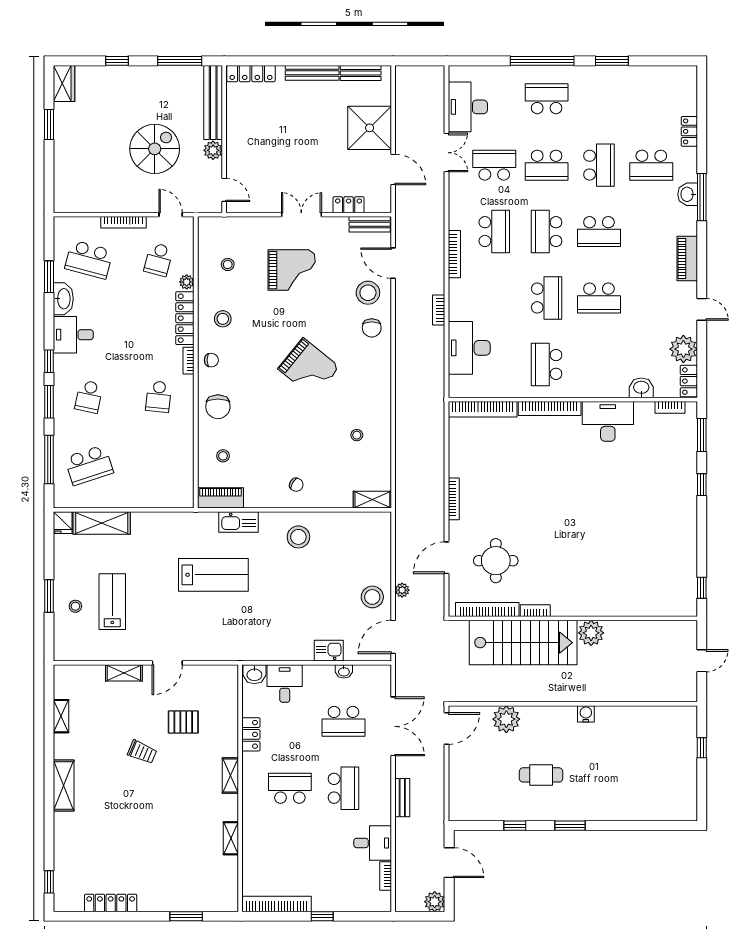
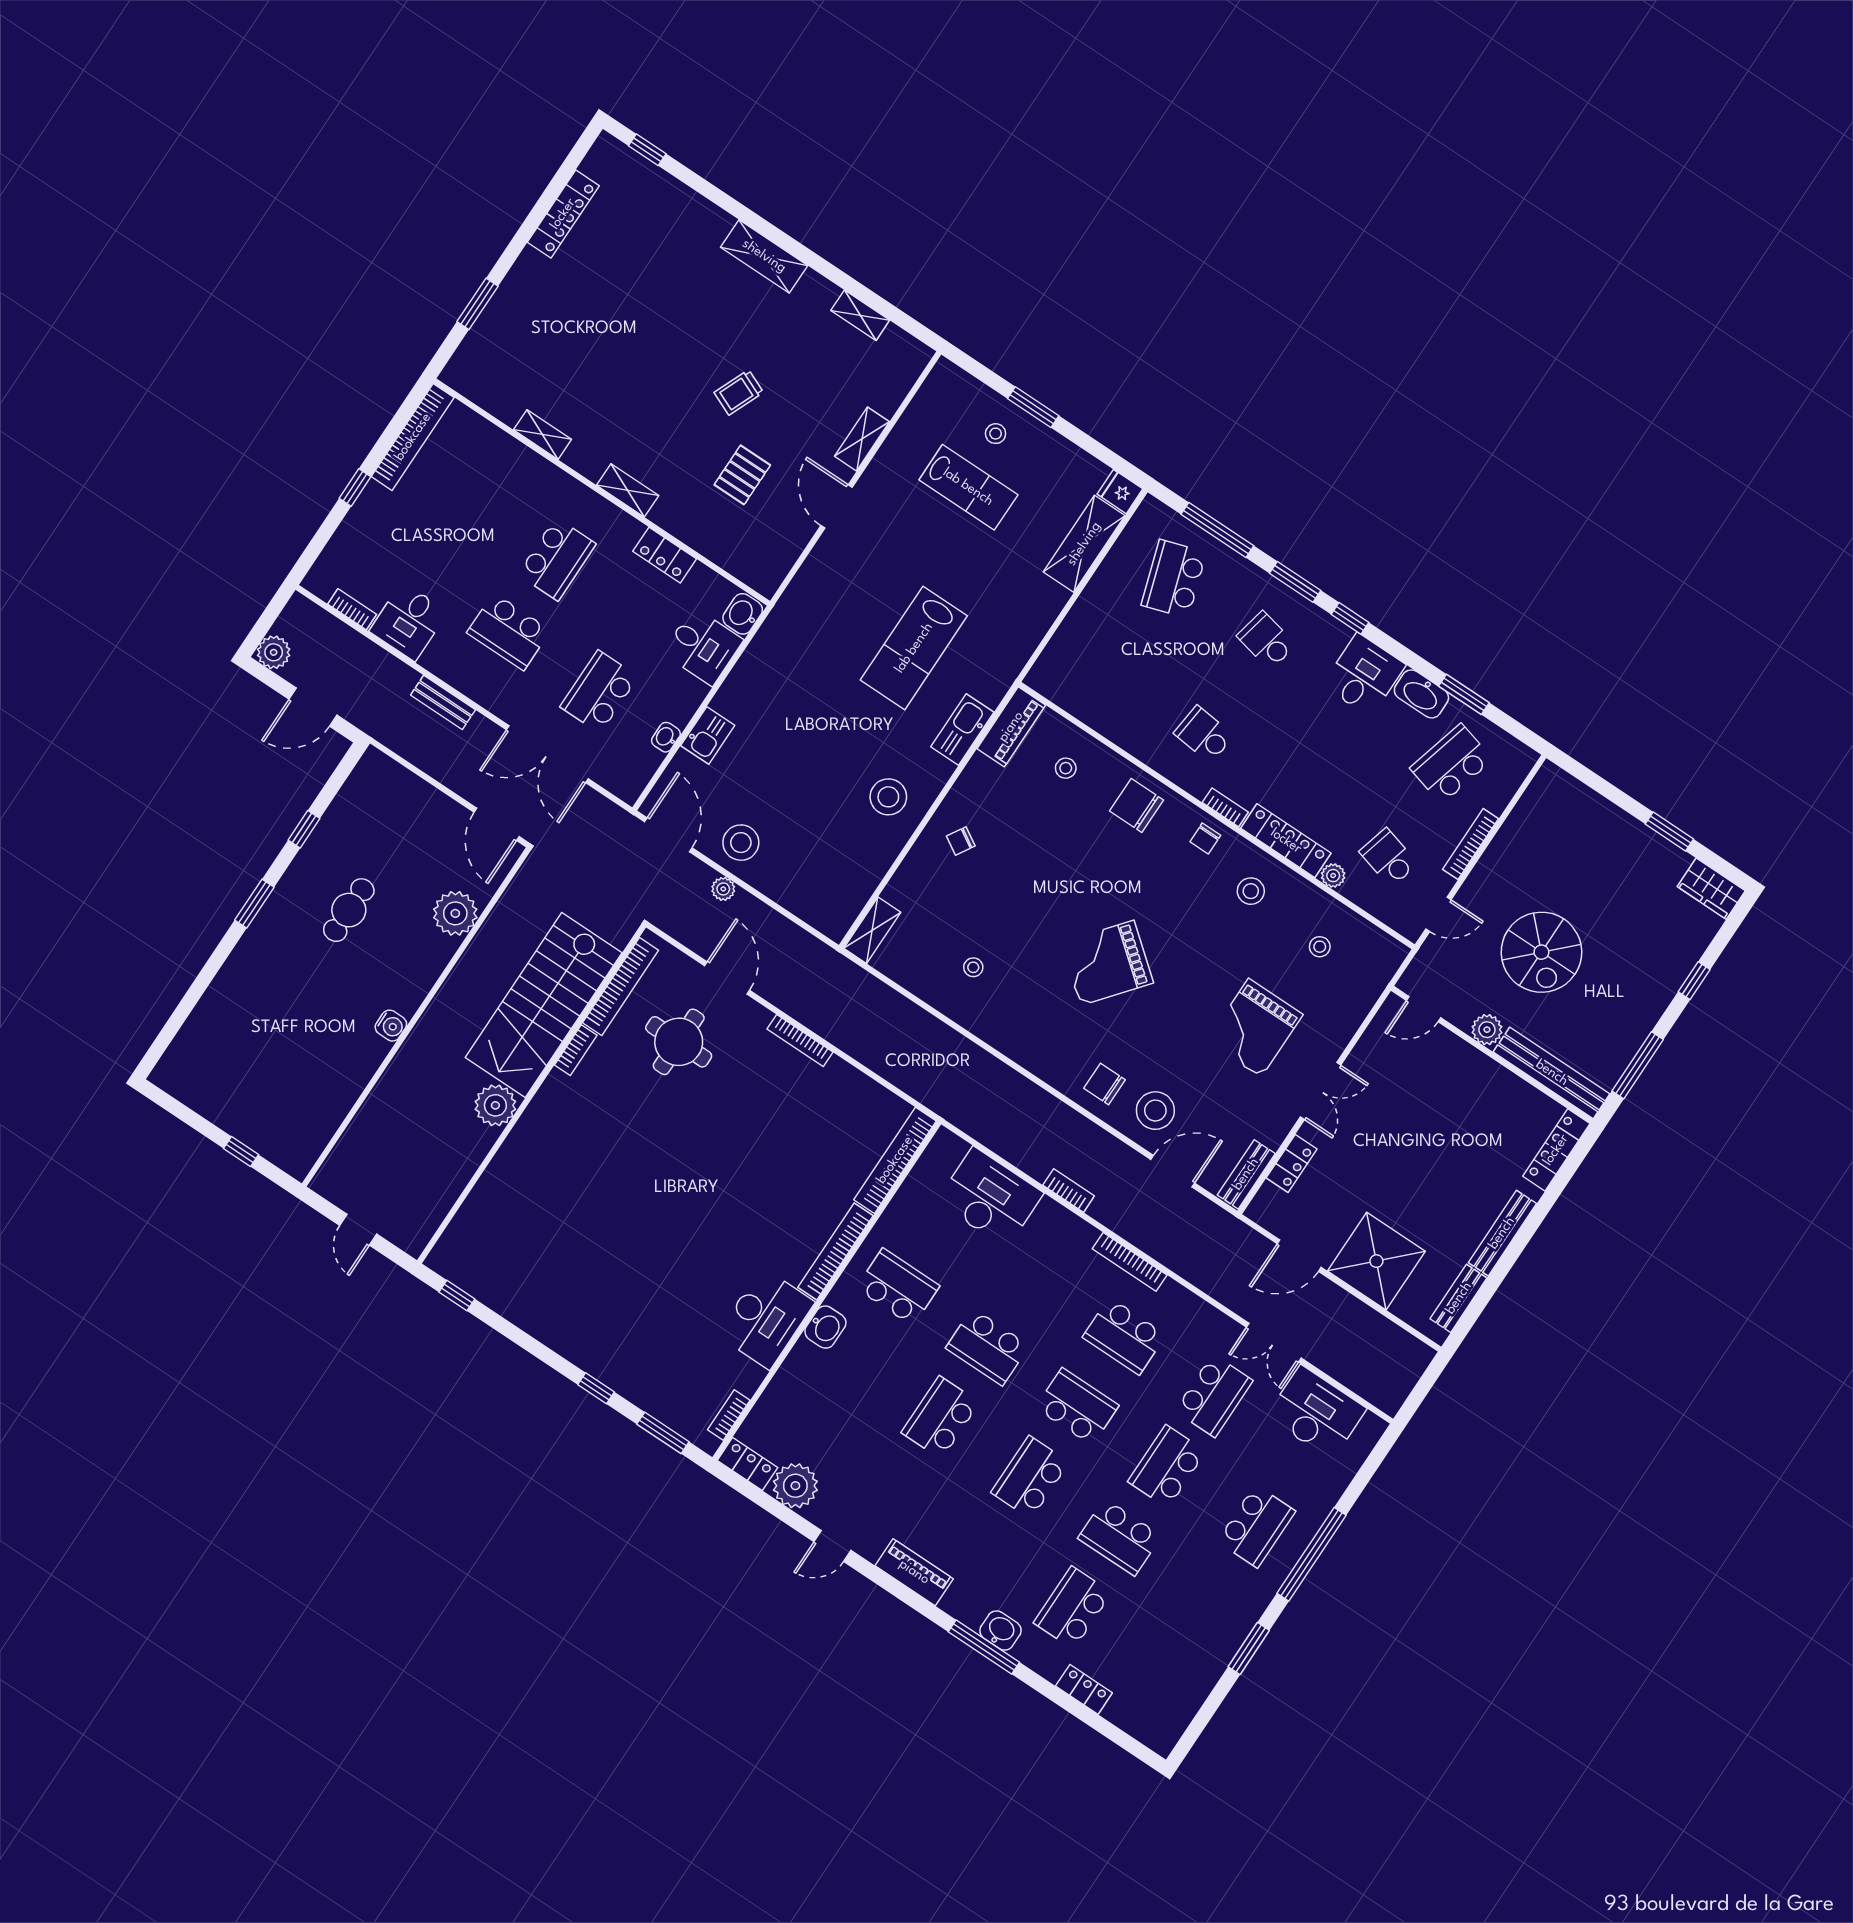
washbasin: (641, 388) -> (825, 1327), moved

